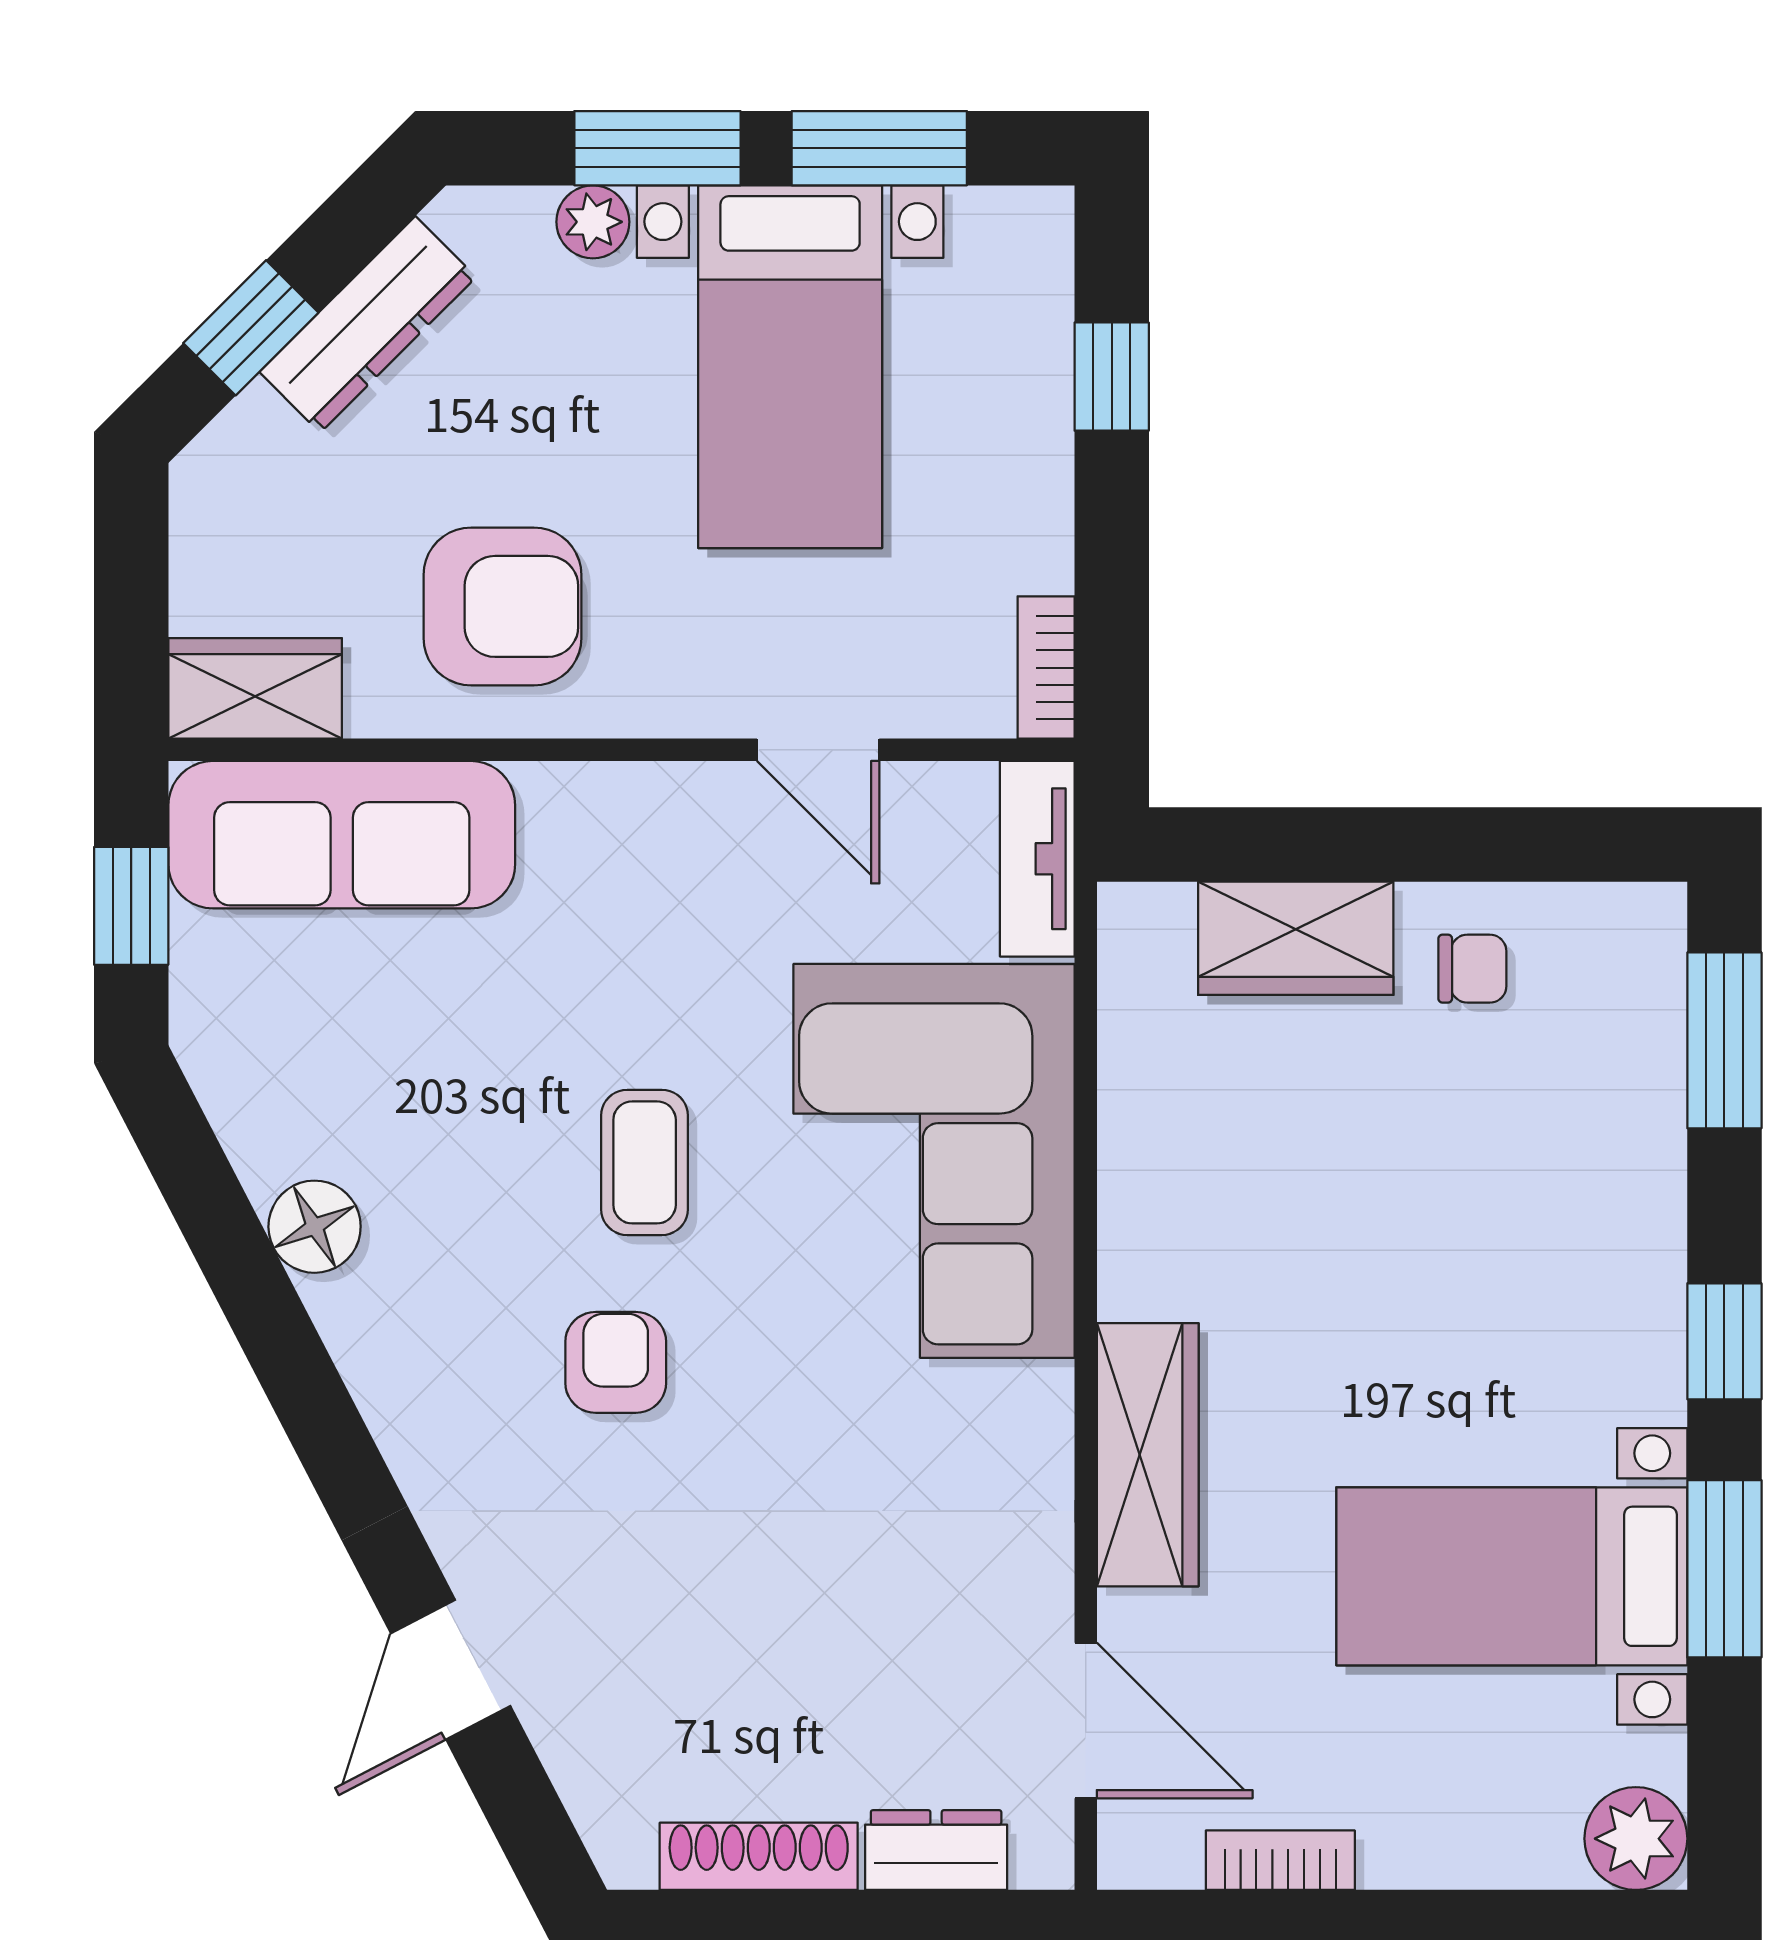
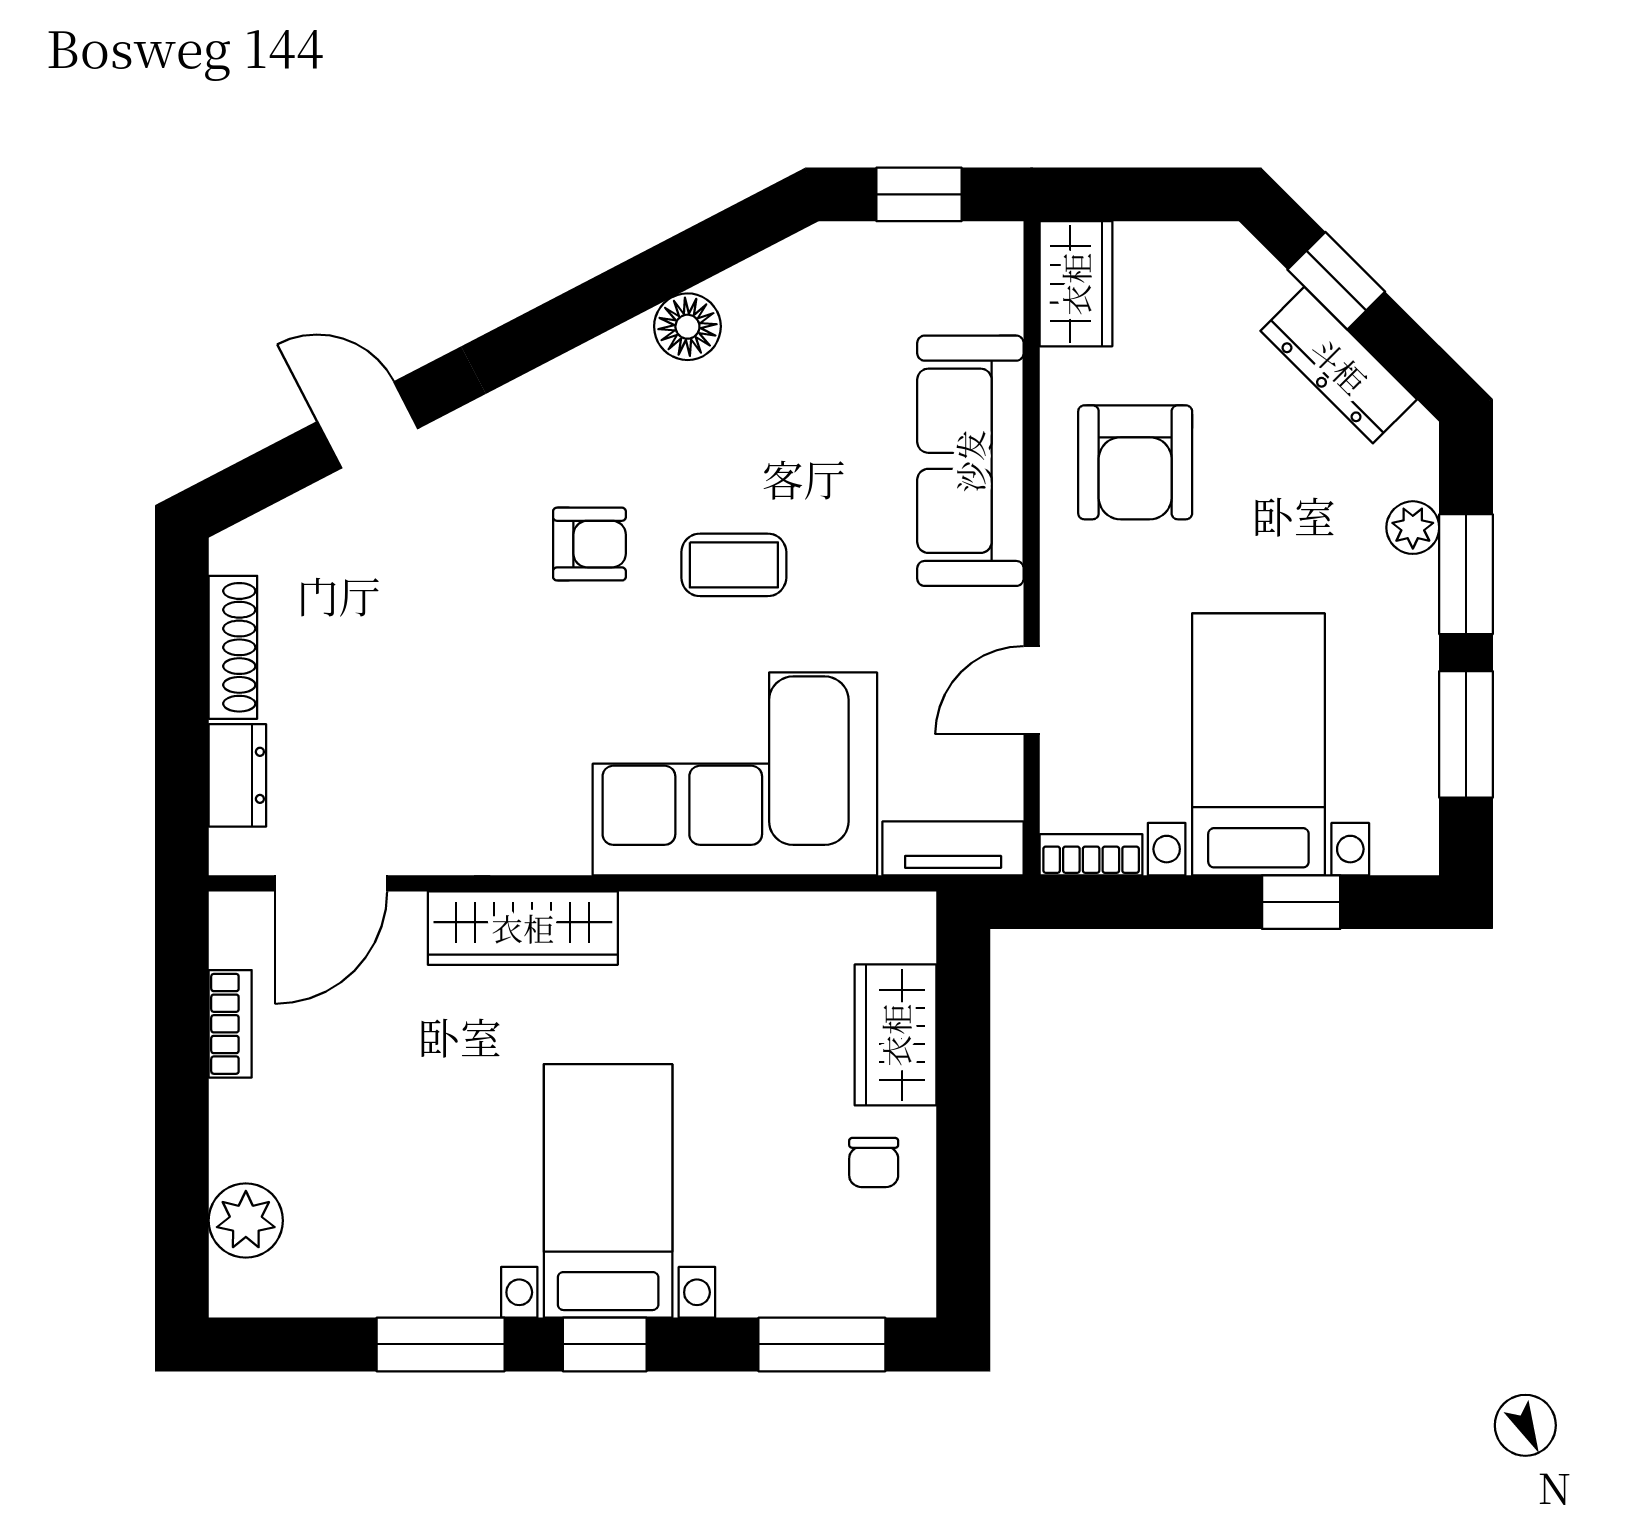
bed with nightstands: (790, 367) -> (1258, 744), moved, turned 90
sofa: (342, 835) -> (970, 461), moved
bed with nightstands: (1512, 1576) -> (608, 1191), moved
plant: (1636, 1839) -> (246, 1221), moved

